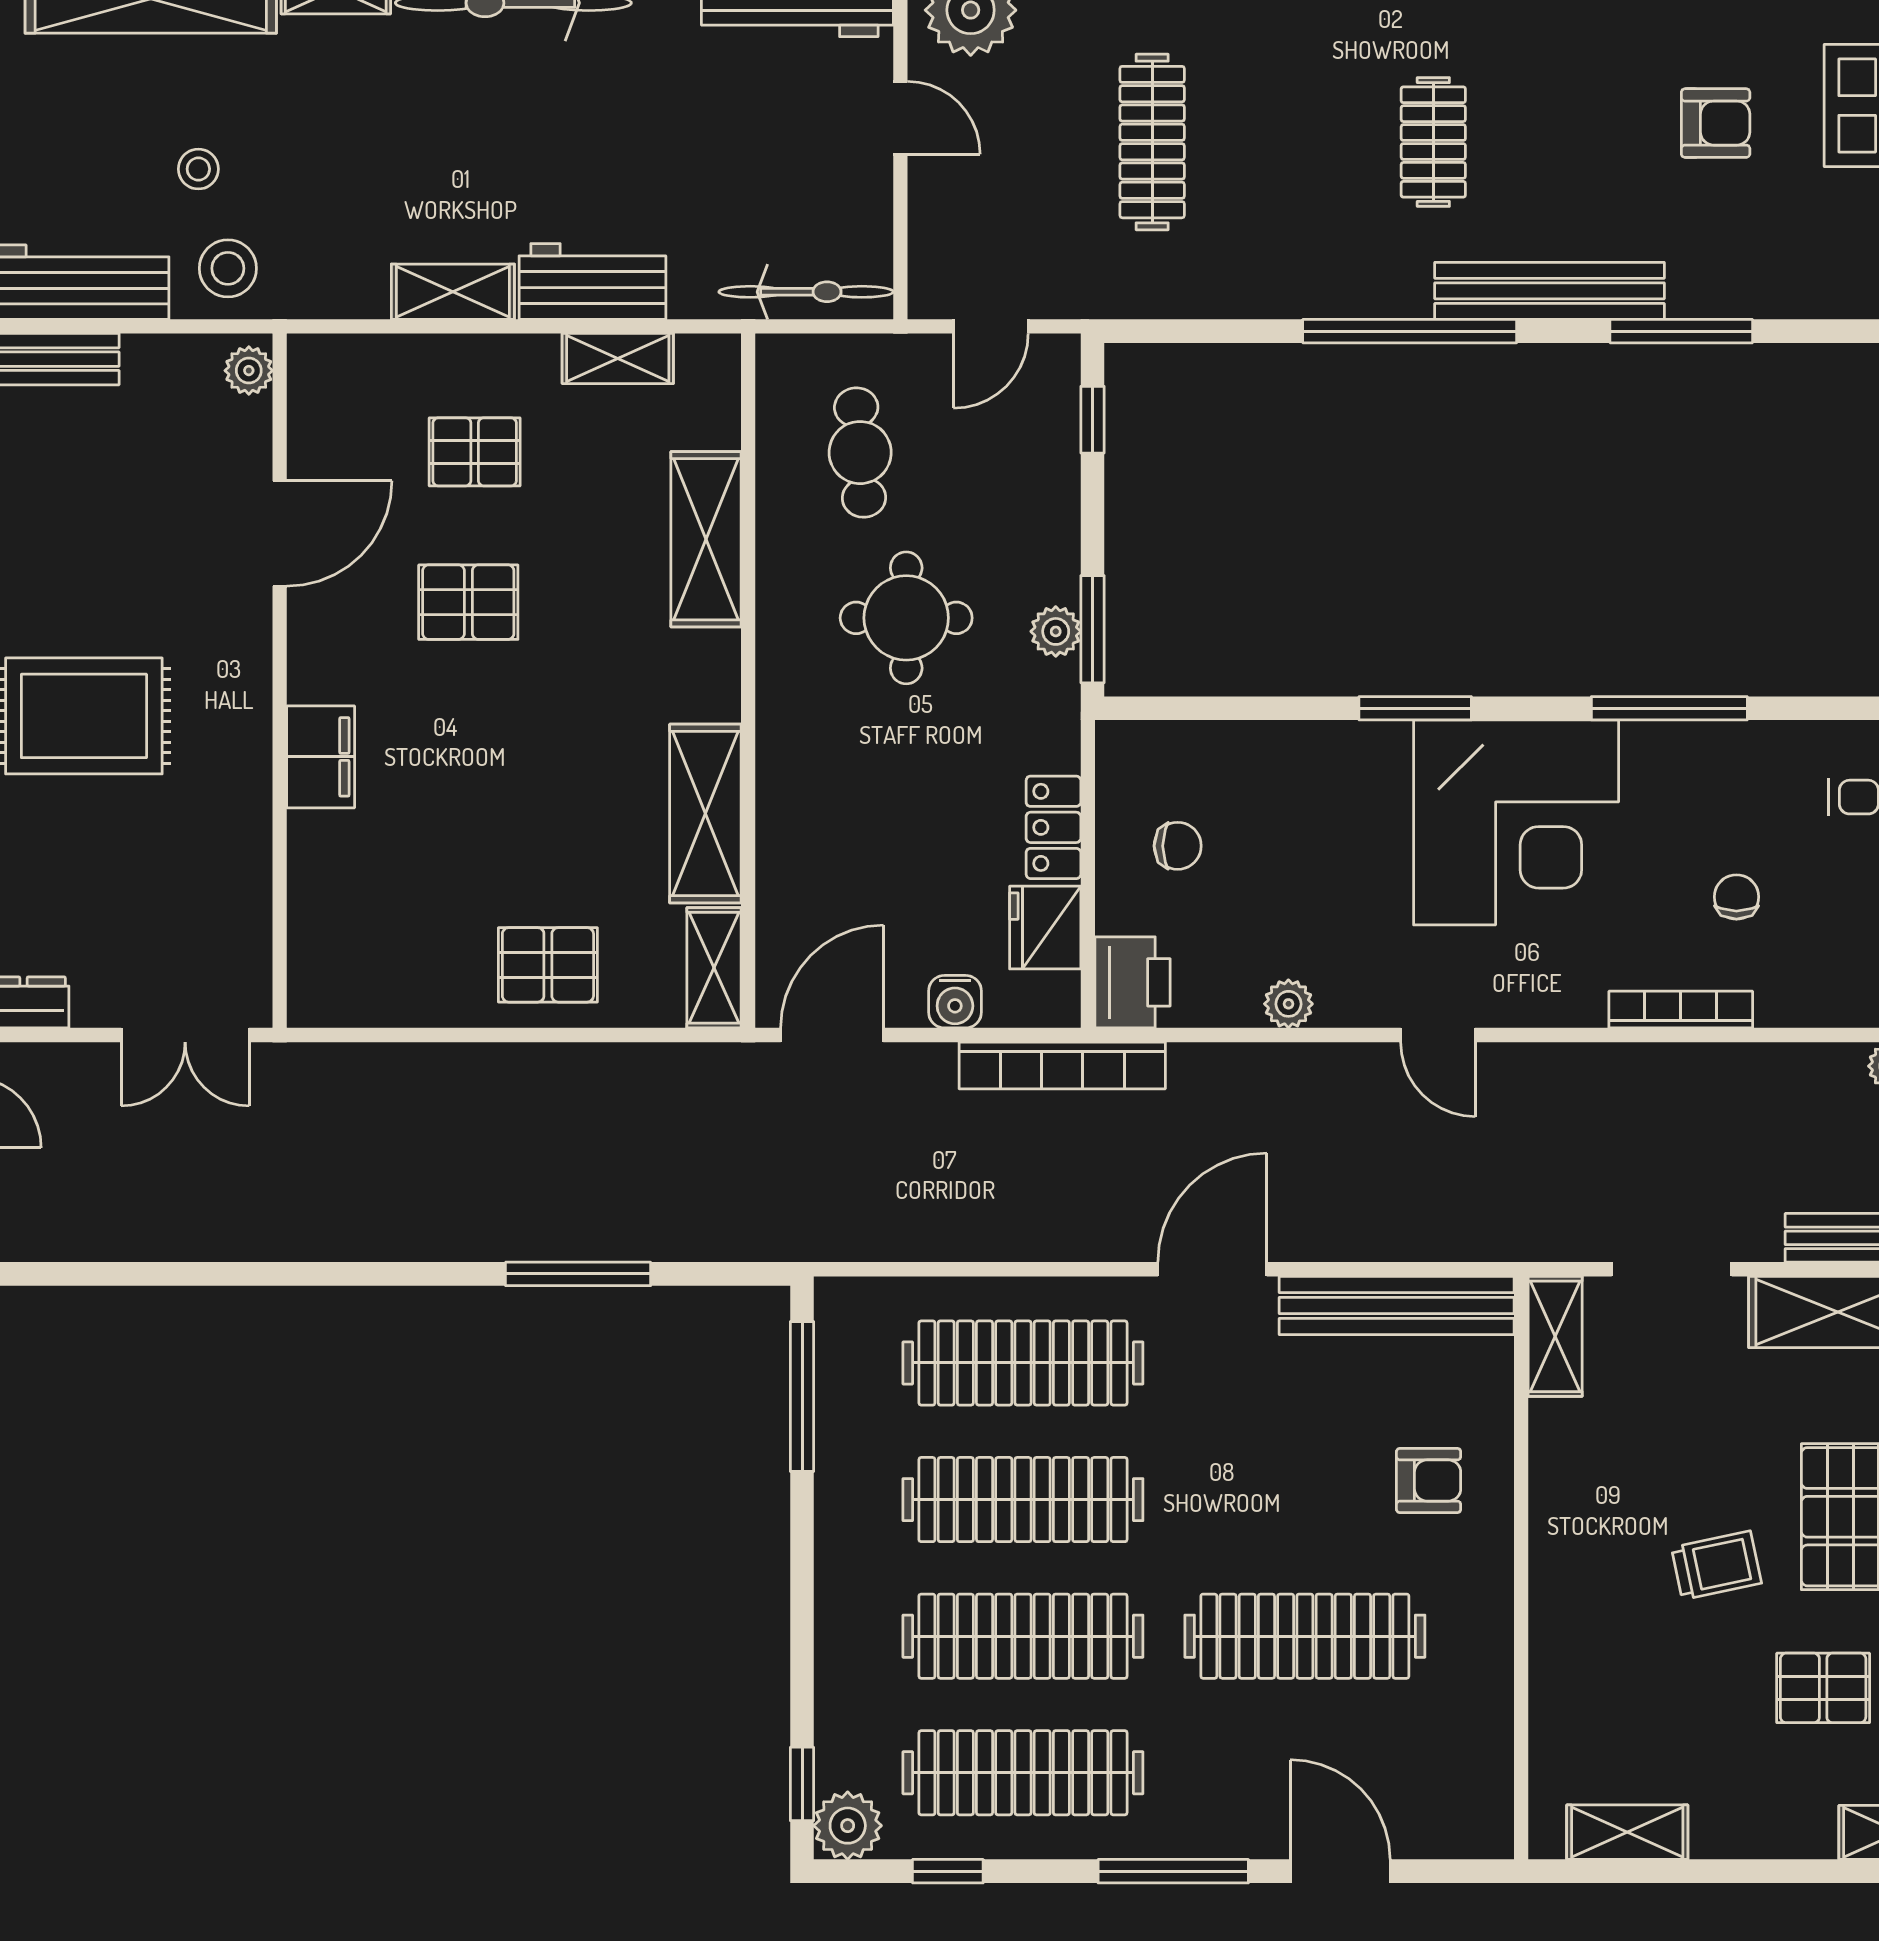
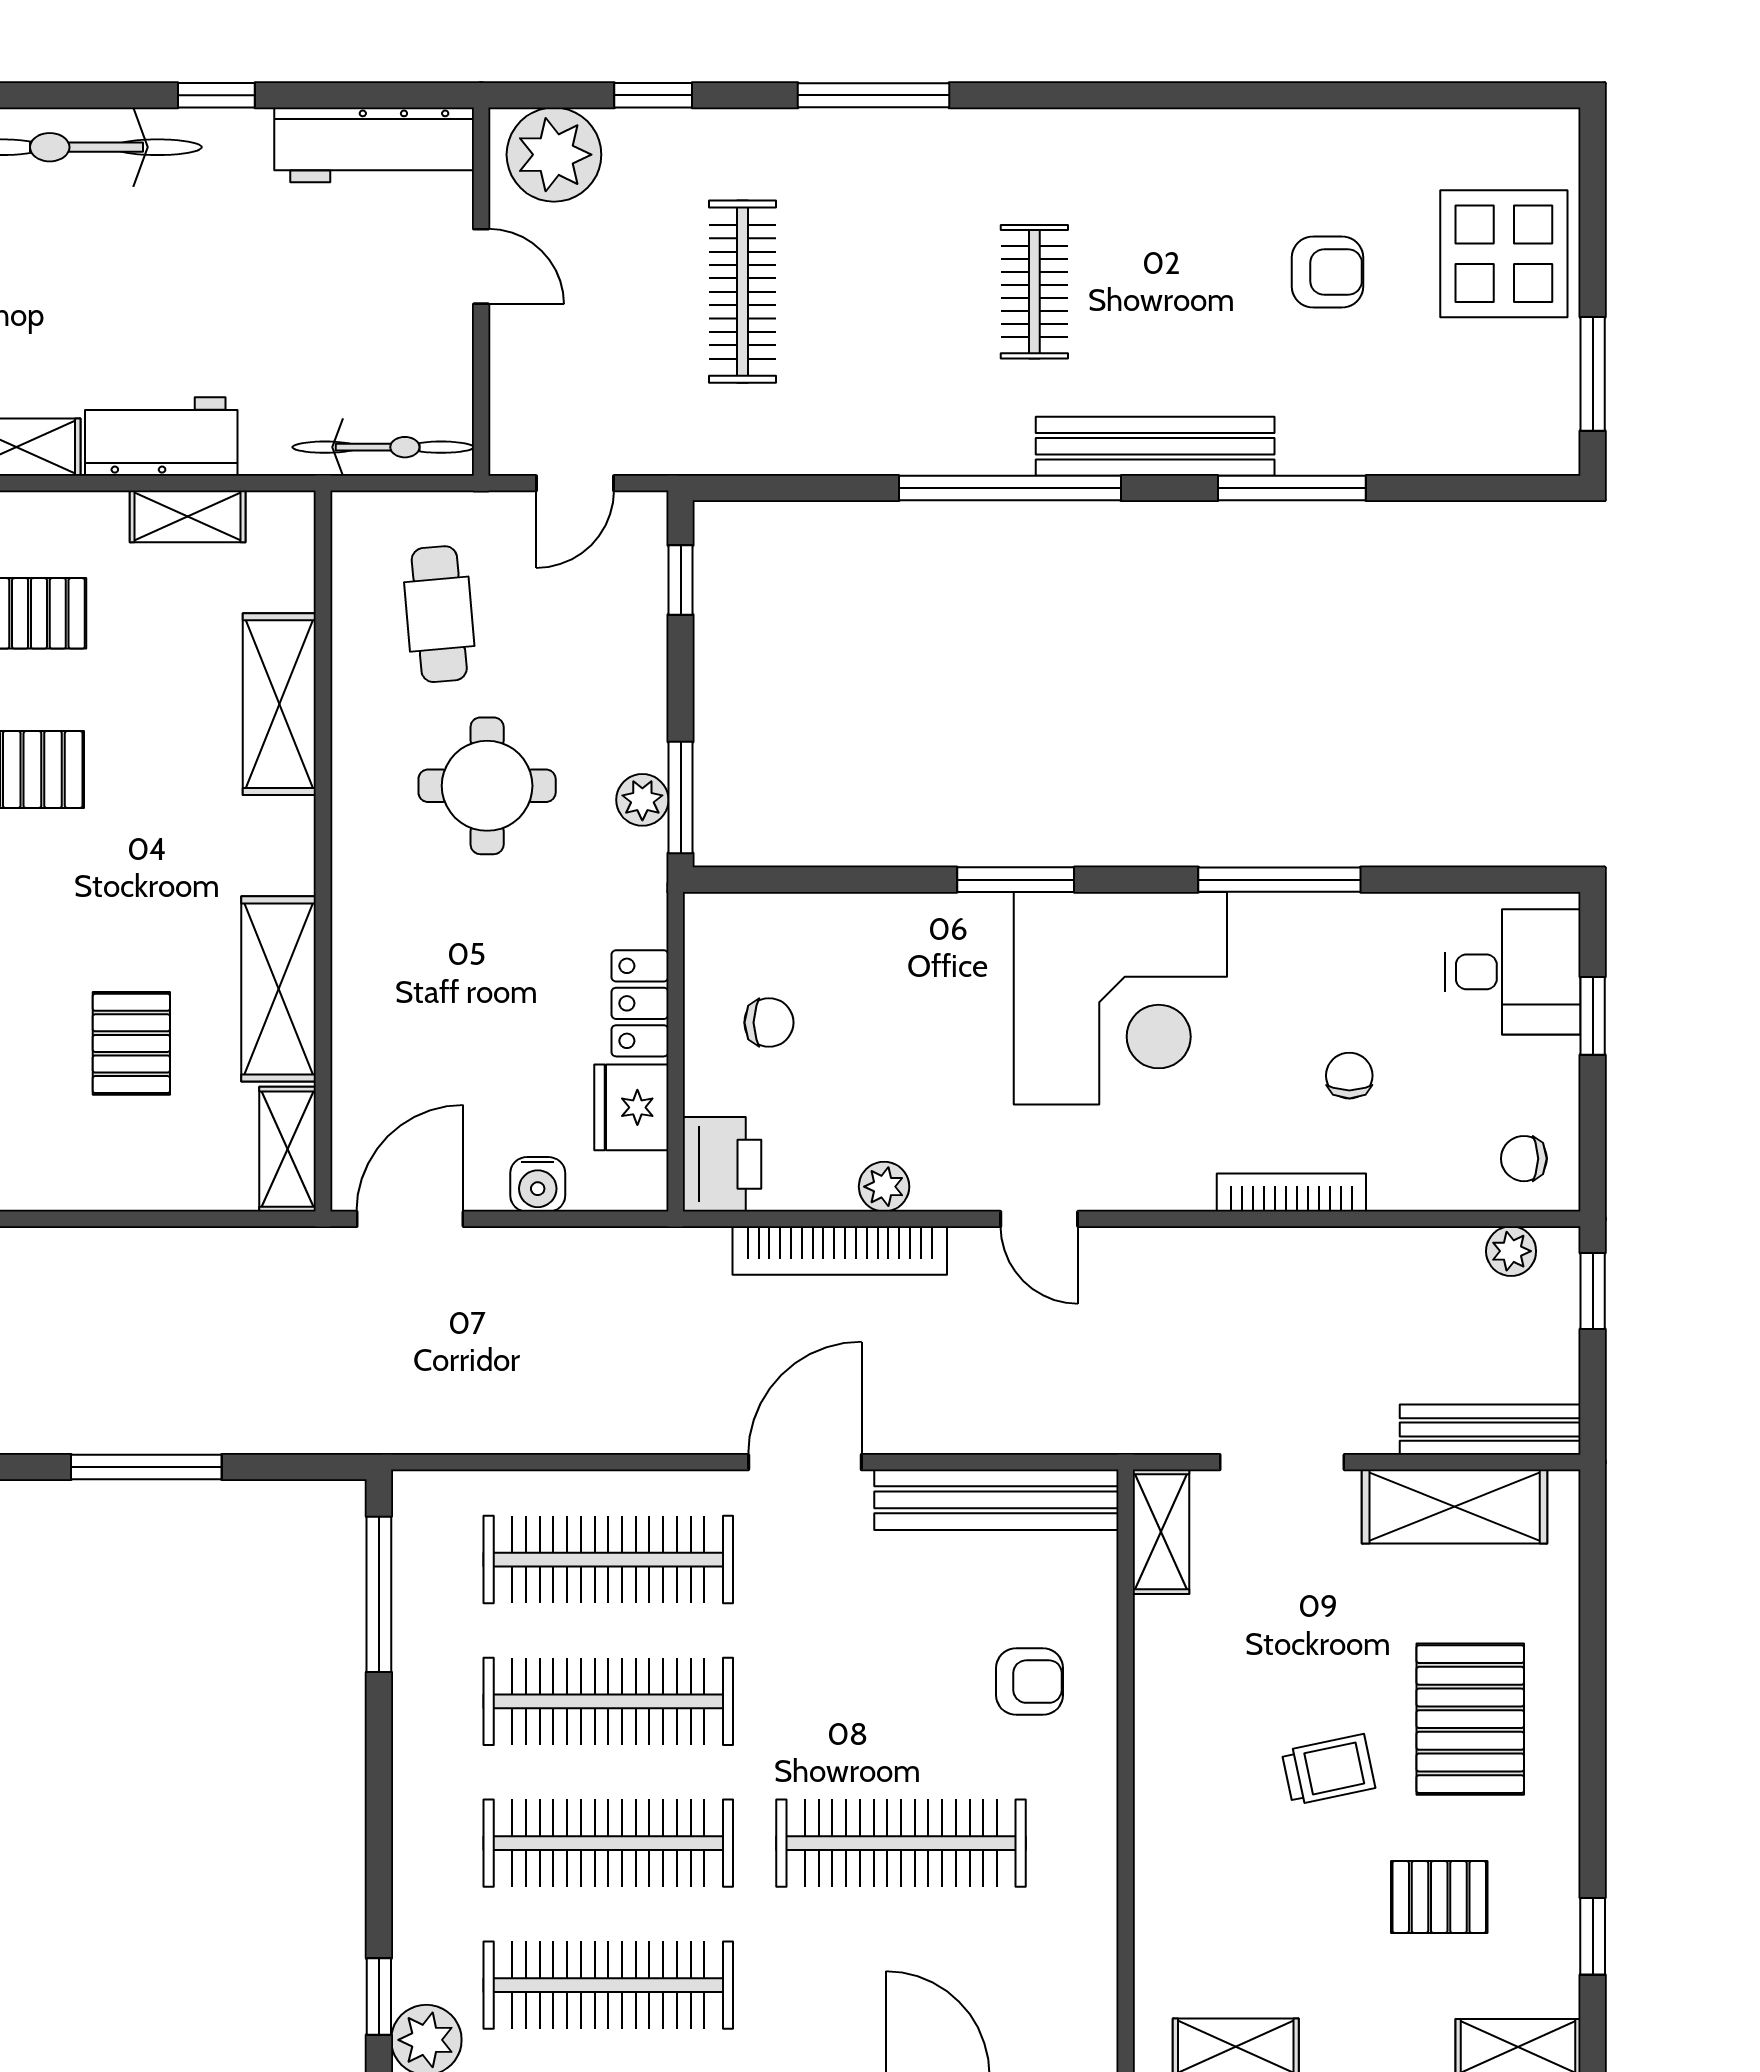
pallet: (548, 965) -> (131, 1043), moved, turned 90
bookcase: (1062, 1065) -> (840, 1251), moved

